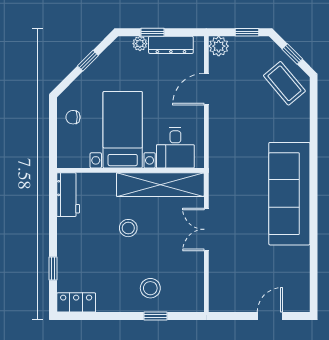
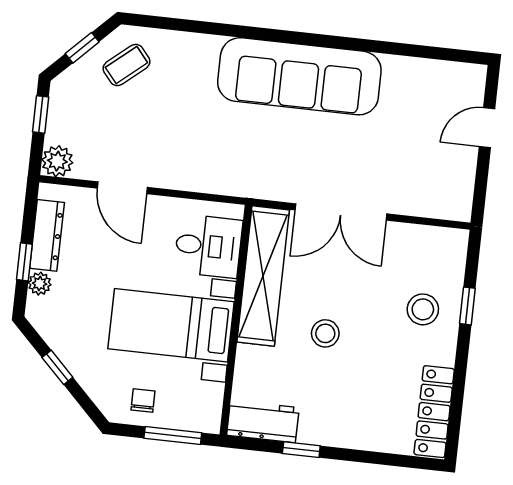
coffee table: (284, 83) -> (126, 65), width x0.73, depth x0.77
chair: (73, 117) -> (143, 400), turned 180
window: (53, 139) -> (173, 435), added
double door: (206, 229) -> (341, 212), width x1.37
window: (53, 269) -> (301, 450), moved
locker: (76, 302) -> (434, 412), width x1.53
door: (270, 316) -> (487, 128), hinge flipped

